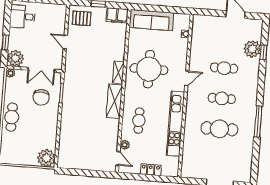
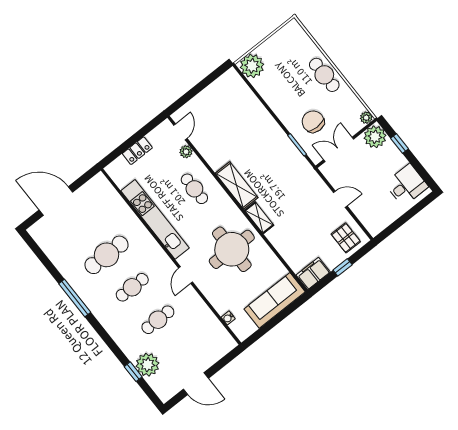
pallet: (82, 18) -> (346, 238), turned 90
door: (118, 158) -> (180, 132), swing flipped

